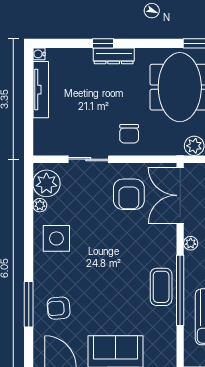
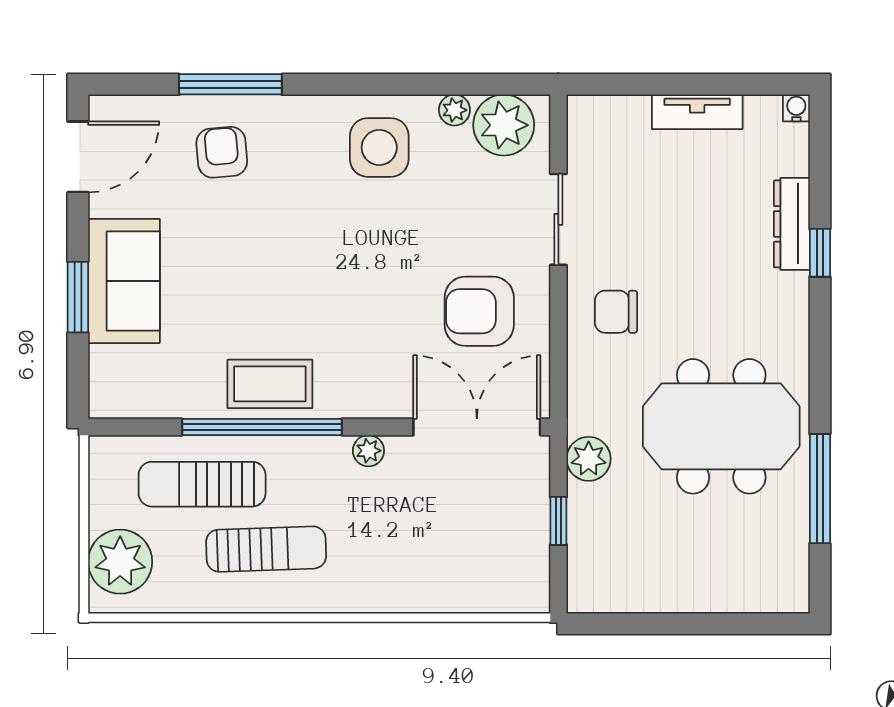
dresser: (114, 56) -> (792, 224), moved
tv unit: (41, 90) -> (697, 112), width x0.71

